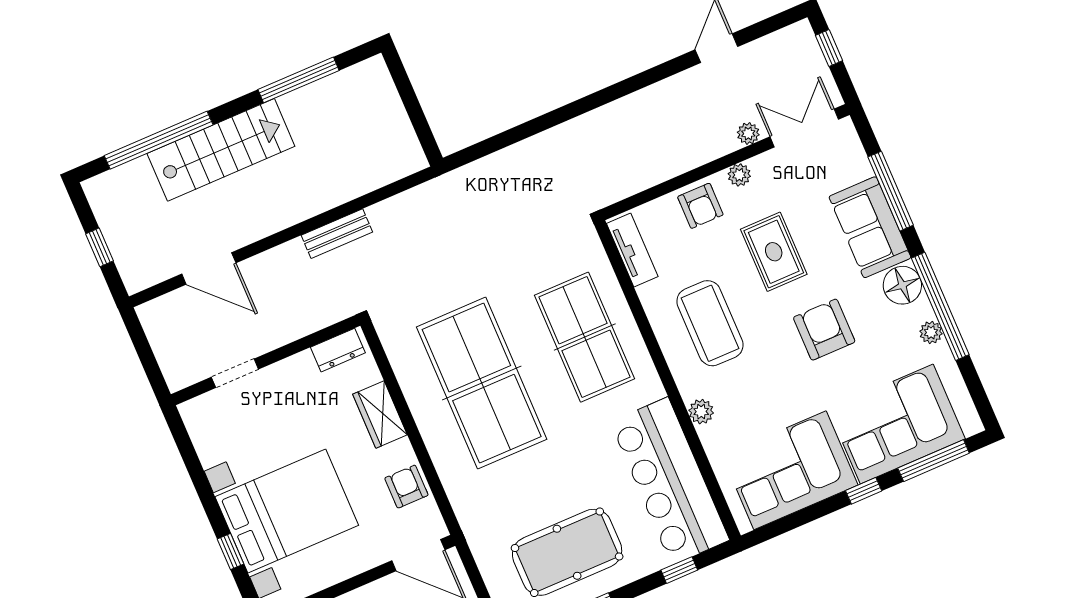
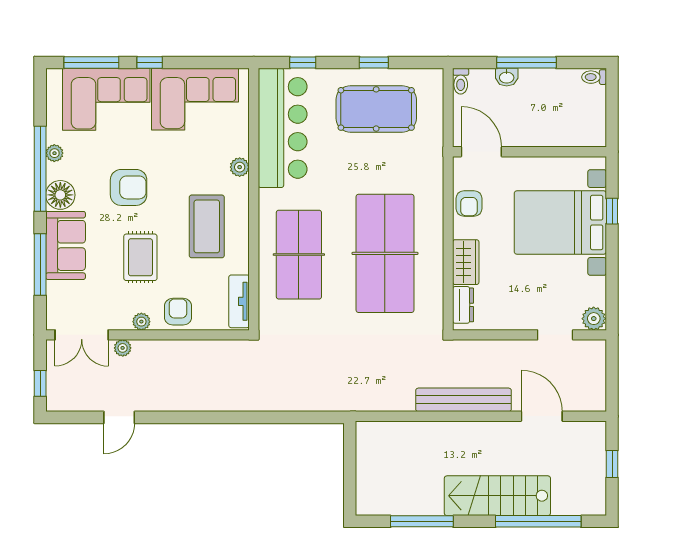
bench: (337, 234) -> (464, 400), width x1.86, depth x1.21
armchair: (824, 330) -> (129, 187), turned -90
dresser: (338, 350) -> (463, 305), moved, turned 90
plant: (197, 413) -> (594, 319), added

